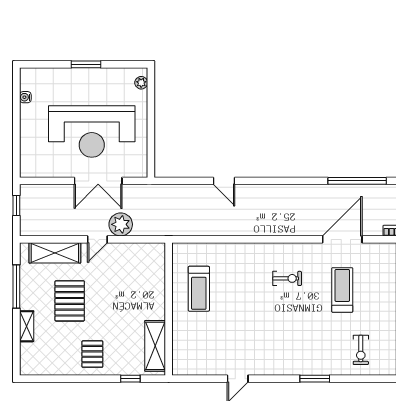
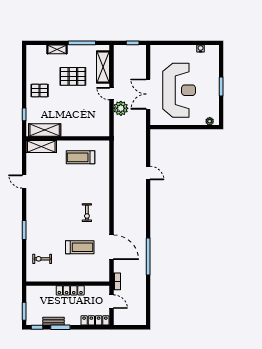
reception desk: (92, 131) -> (179, 90), turned 180
door: (224, 181) -> (148, 173), swing flipped
shelving: (182, 351) -> (41, 146), added

